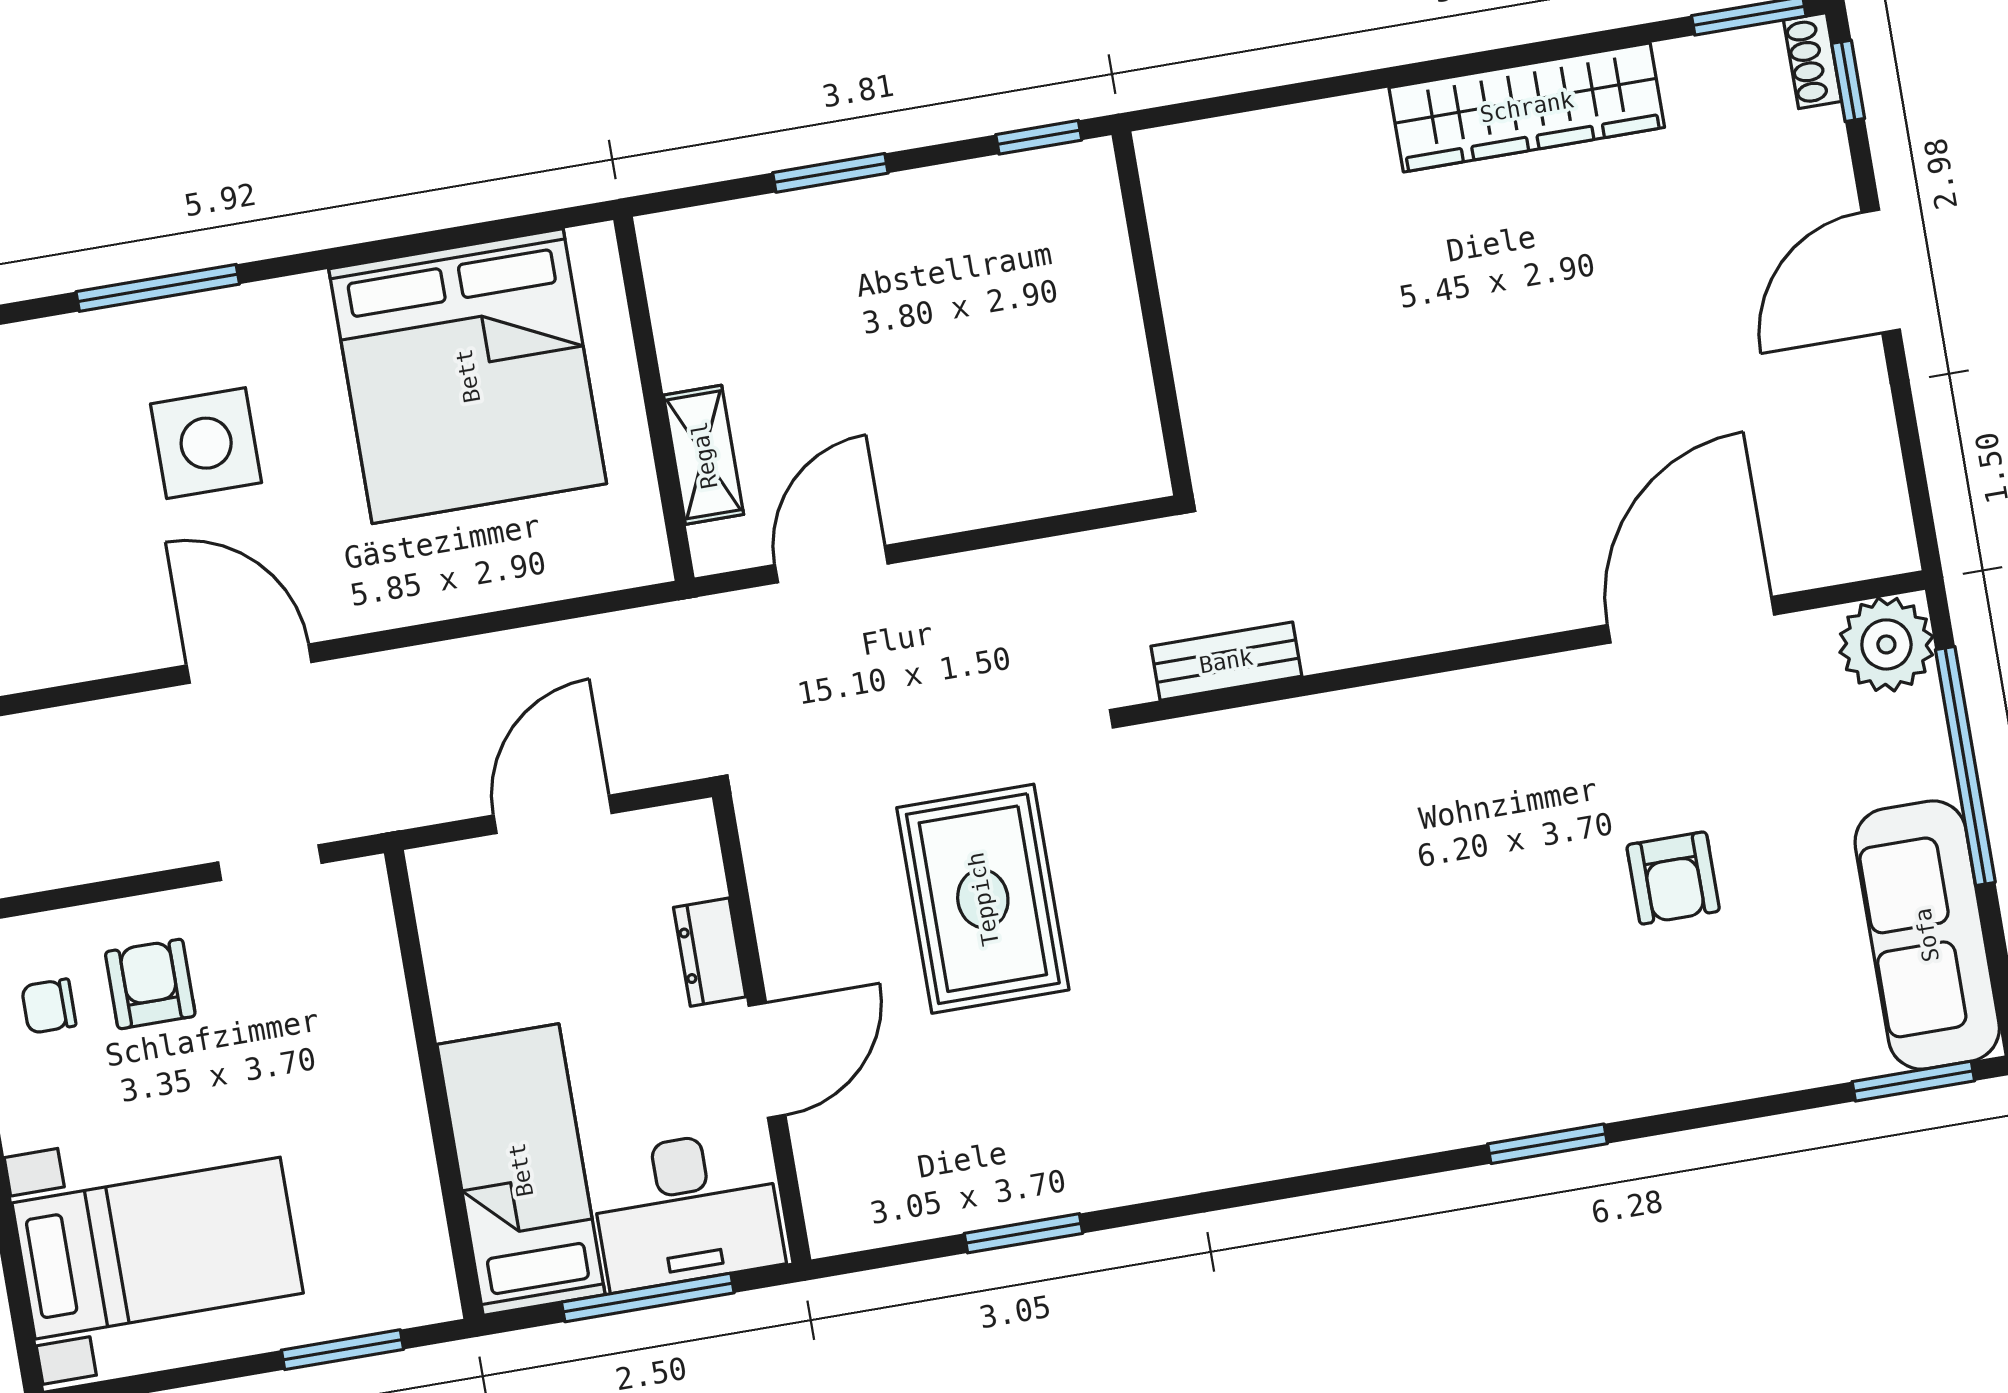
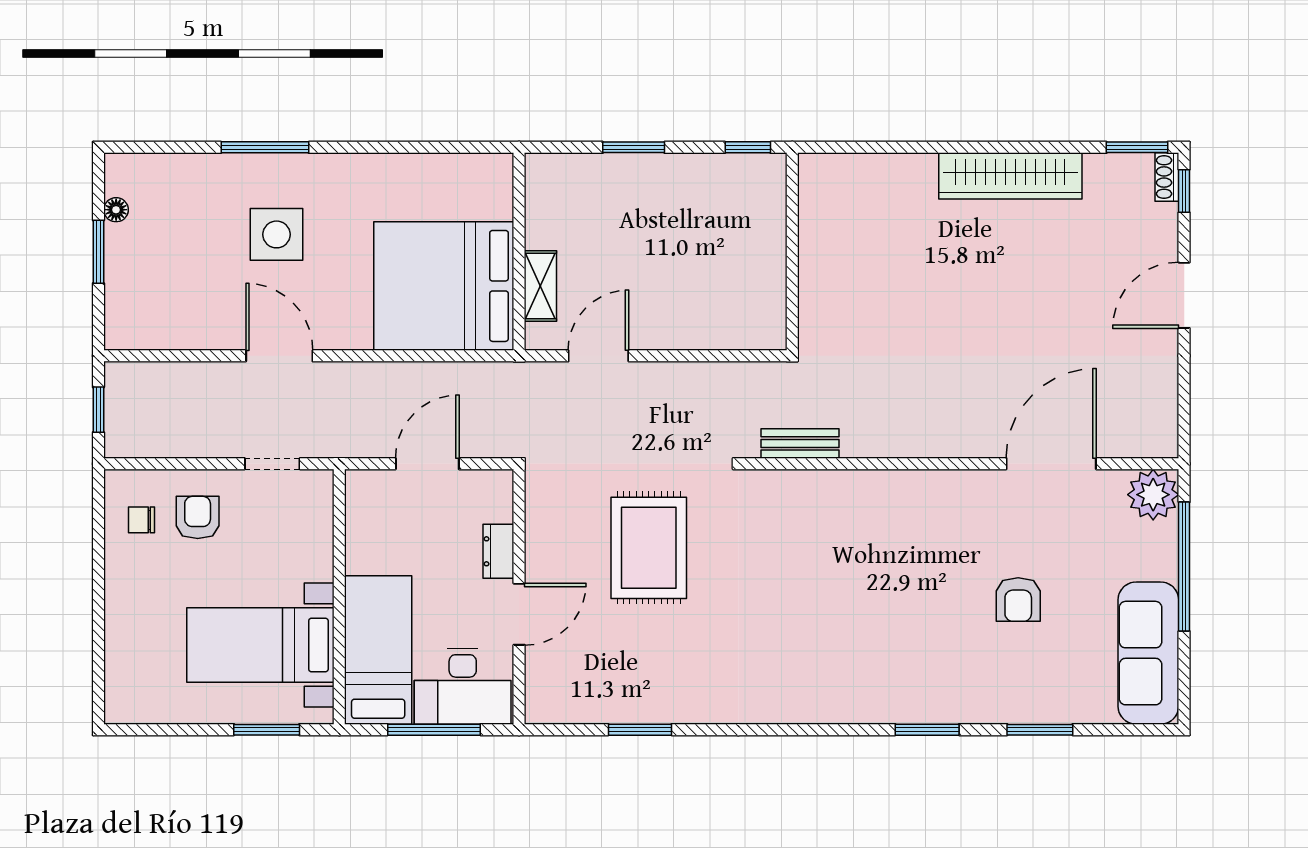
bed: (468, 376) -> (444, 286), moved, turned 90
window: (1913, 1081) -> (1040, 730), moved
bed with nightstands: (158, 1248) -> (260, 645), moved, turned 180

